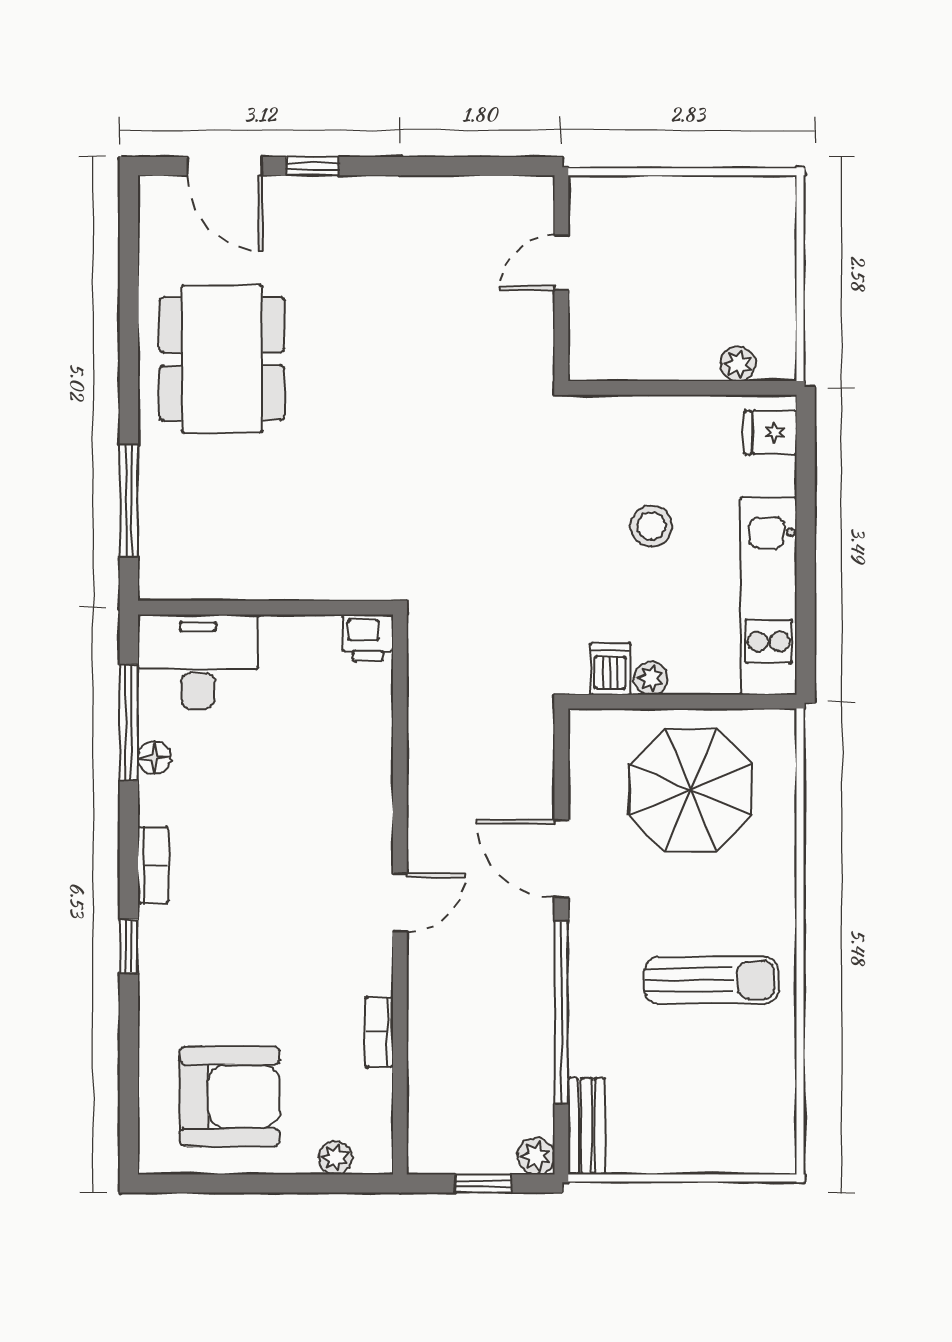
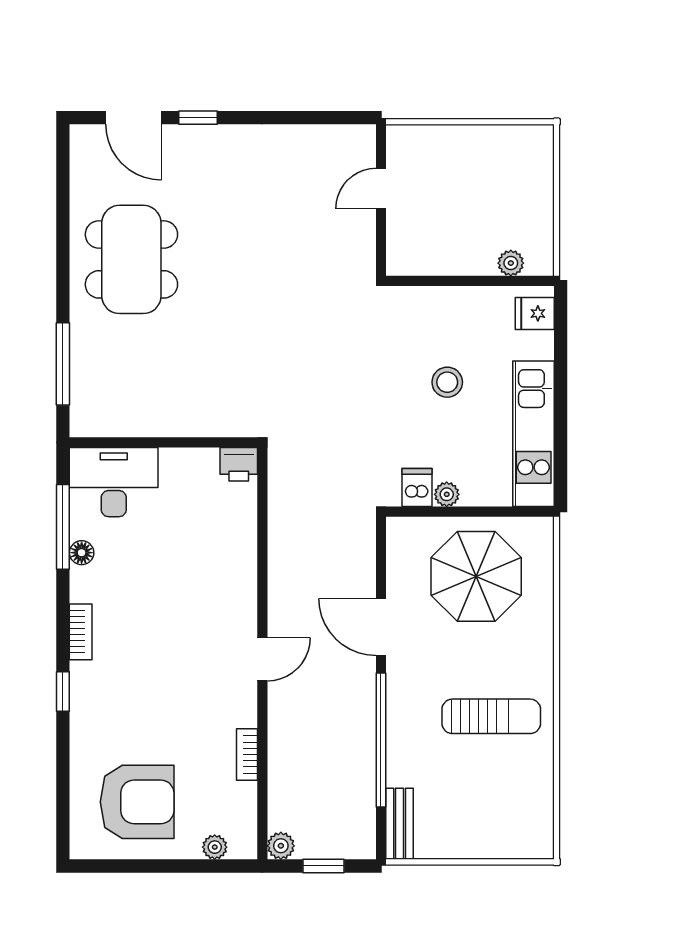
plant: (536, 1156) -> (281, 846), moved

